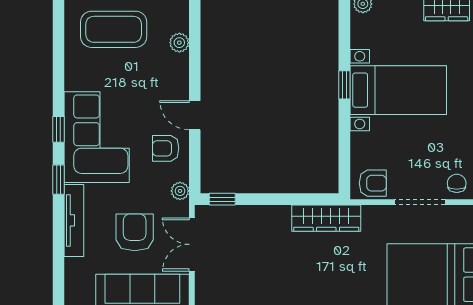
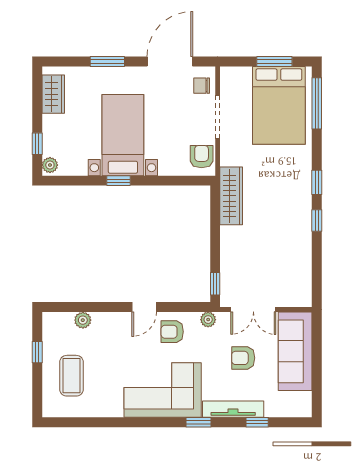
coffee table: (114, 29) -> (71, 376), width x0.73, depth x0.76
window: (58, 129) -> (257, 422), moved
armchair: (166, 148) -> (172, 332), turned 90
armchair: (135, 232) -> (243, 358), width x0.72, depth x0.72

